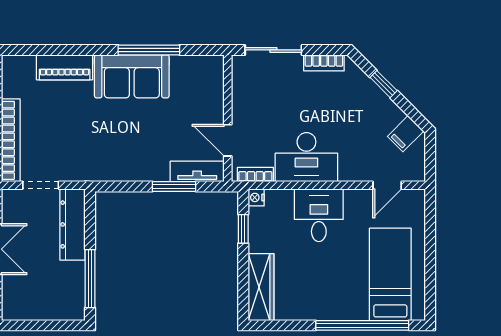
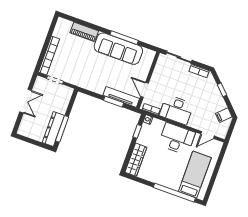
sofa: (132, 76) -> (118, 49), width x1.36
tv unit: (197, 171) -> (121, 97), width x1.41
desk: (319, 215) -> (177, 139), width x1.37
dresser: (72, 224) -> (53, 129), moved

